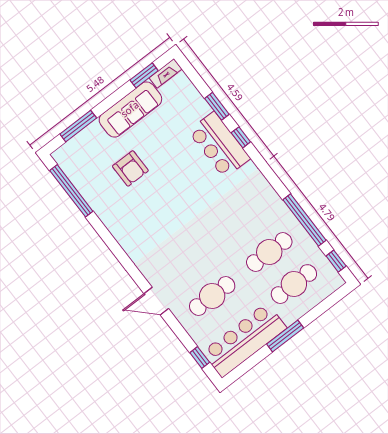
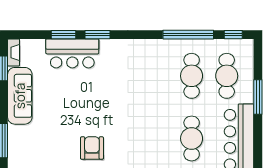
window: (241, 137) -> (97, 35), width x1.50
bar counter: (219, 145) -> (72, 53), moved
armchair: (130, 168) -> (92, 148), moved, turned -90
window: (285, 336) -> (258, 97), moved

